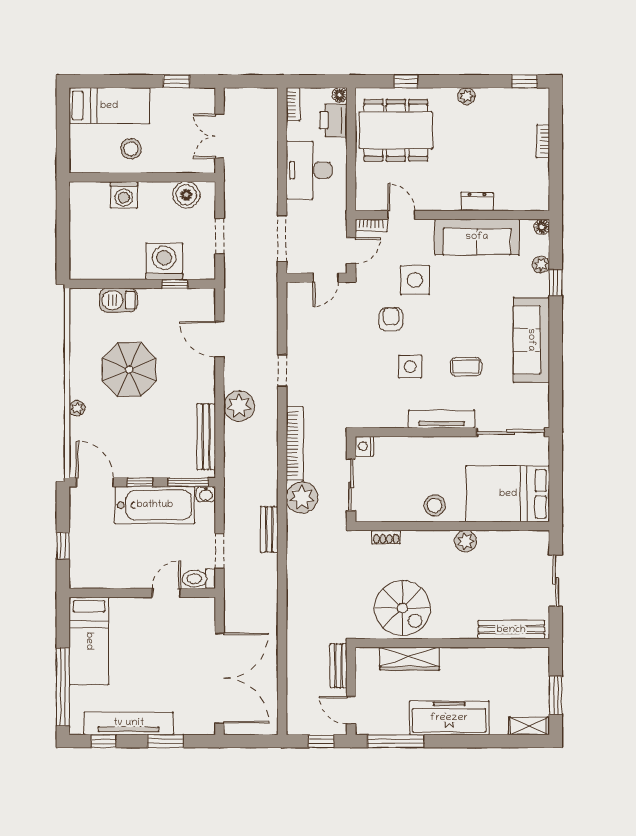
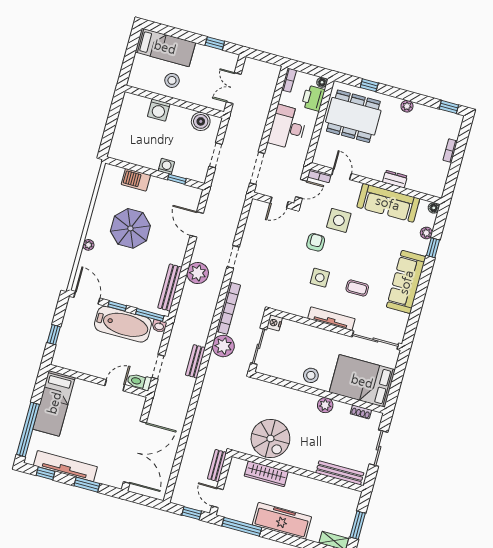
washing machine: (164, 261) -> (166, 166), width x0.53, depth x0.53
shoe rack: (386, 537) -> (361, 412), moved

